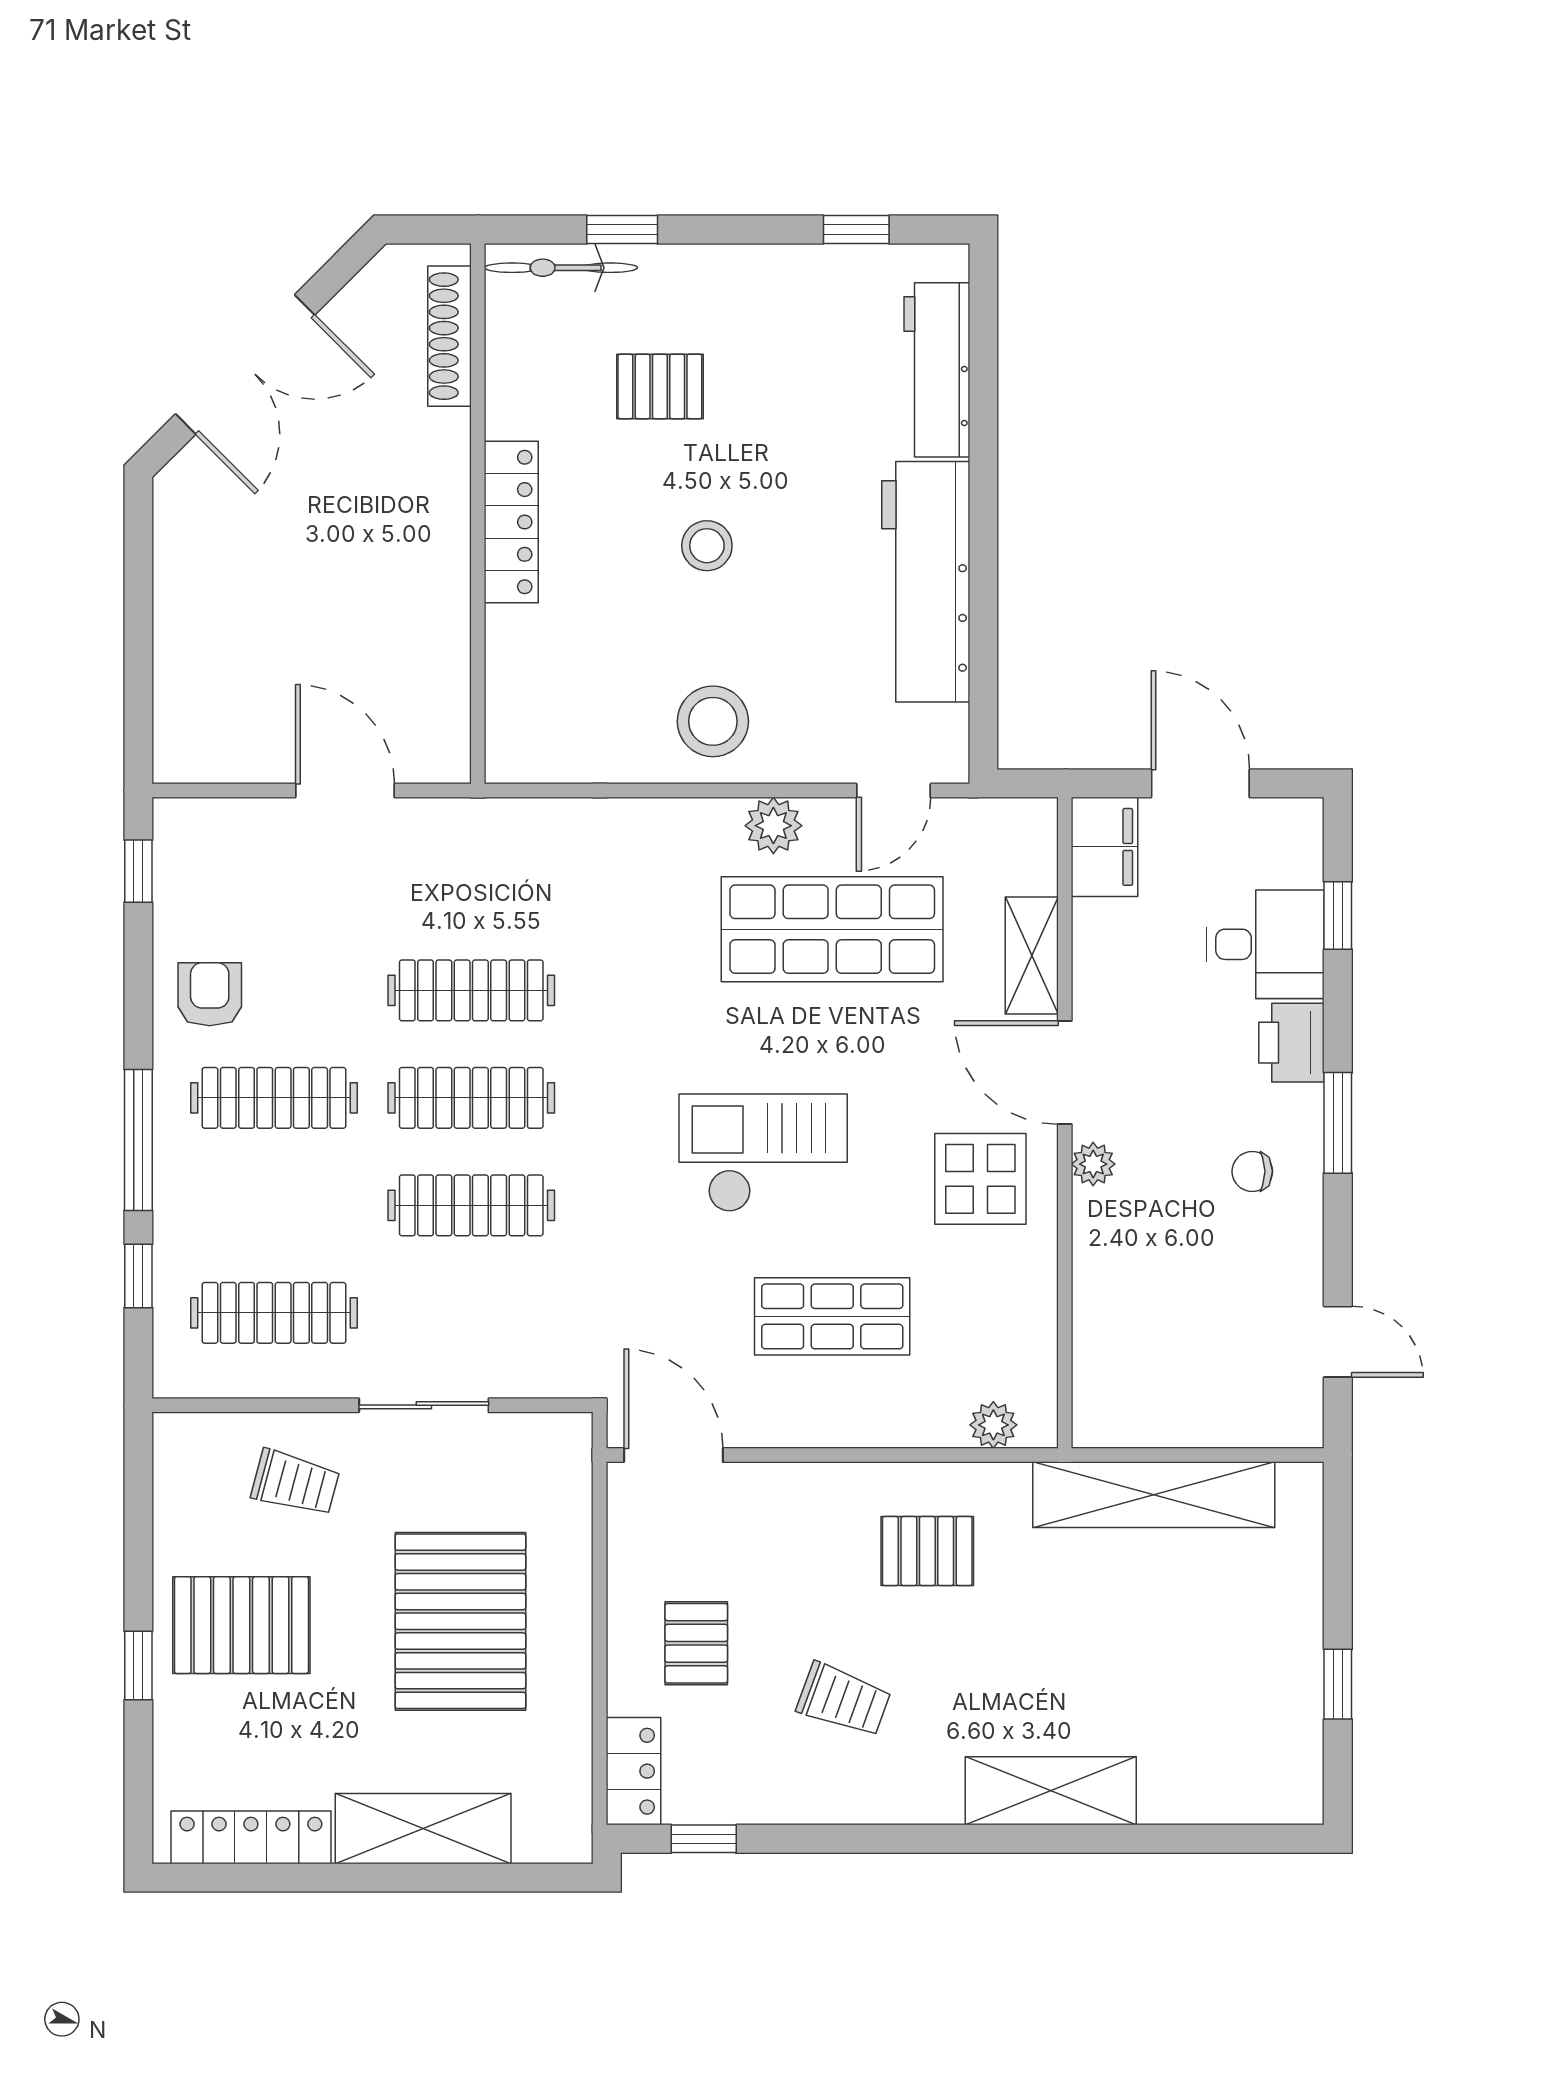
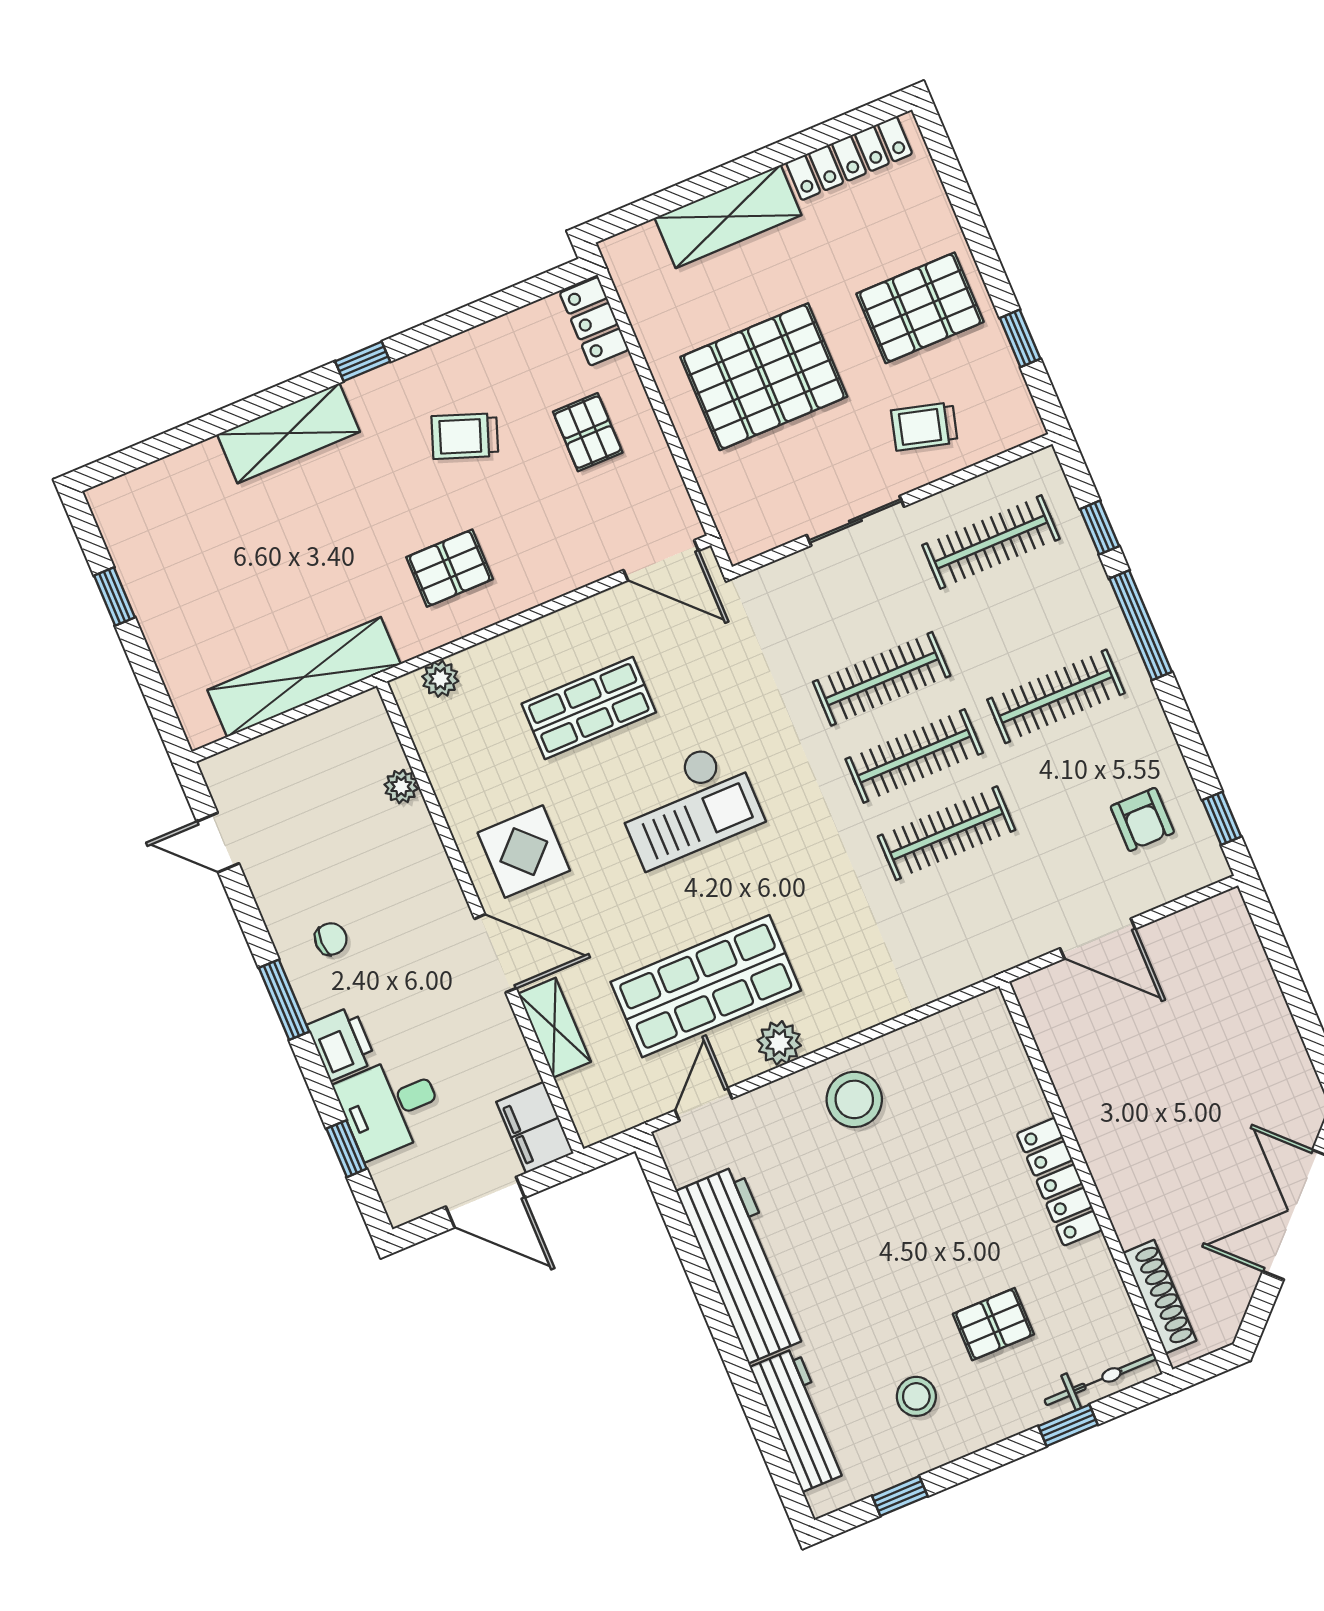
stool: (707, 546) -> (916, 1396), moved
armchair: (210, 994) -> (1142, 819), moved
plant: (1093, 1164) -> (401, 787), moved
pallet: (460, 1621) -> (764, 377), turned 90
window: (138, 1666) -> (1020, 338), moved
window: (704, 1839) -> (363, 361), moved

